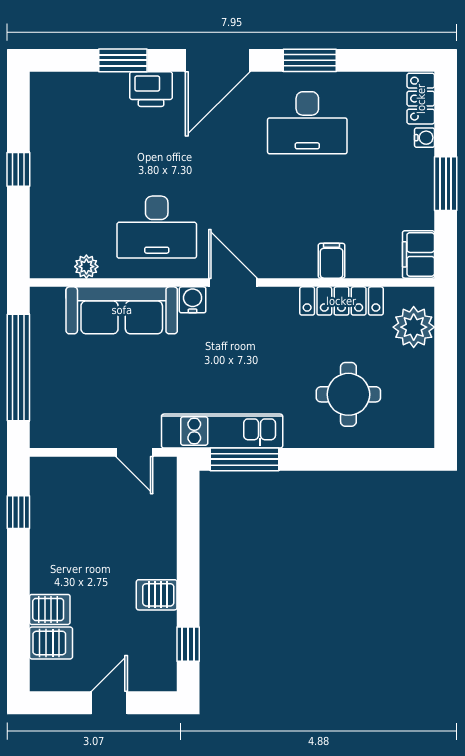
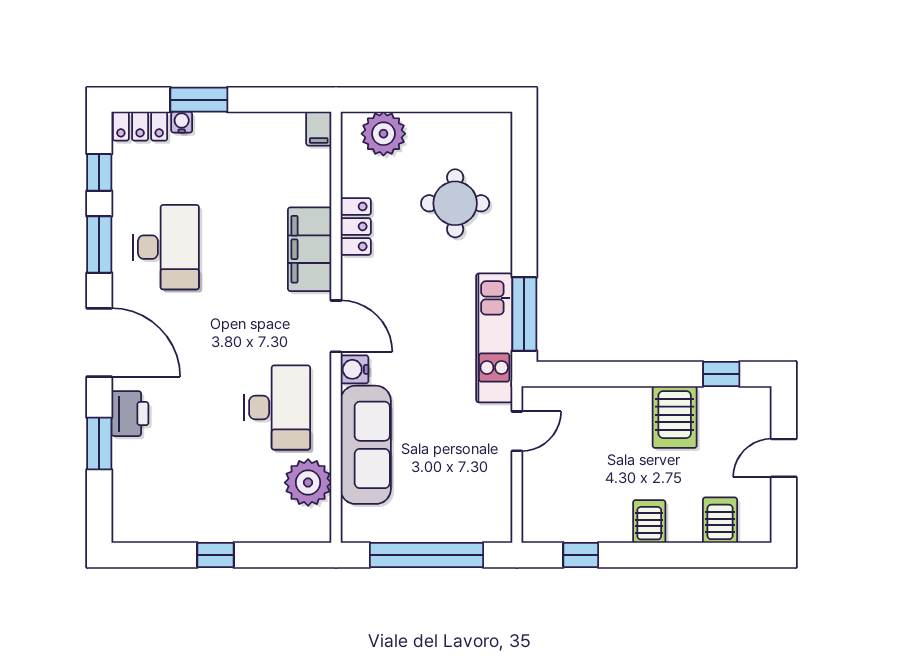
window: (377, 60) -> (99, 172), added
window: (446, 184) -> (199, 100), moved
filing cabinet: (418, 254) -> (319, 129), width x0.50
filing cabinet: (332, 261) -> (310, 249), width x3.00, depth x1.17
plant: (86, 267) -> (308, 483), width x1.88, depth x1.88
door: (233, 282) -> (336, 326), swing flipped
locker: (341, 301) -> (356, 226), width x0.66
server rack: (157, 595) -> (675, 417), width x1.36, depth x1.44
server rack: (50, 609) -> (649, 521), moved
door: (109, 703) -> (784, 458), hinge flipped

